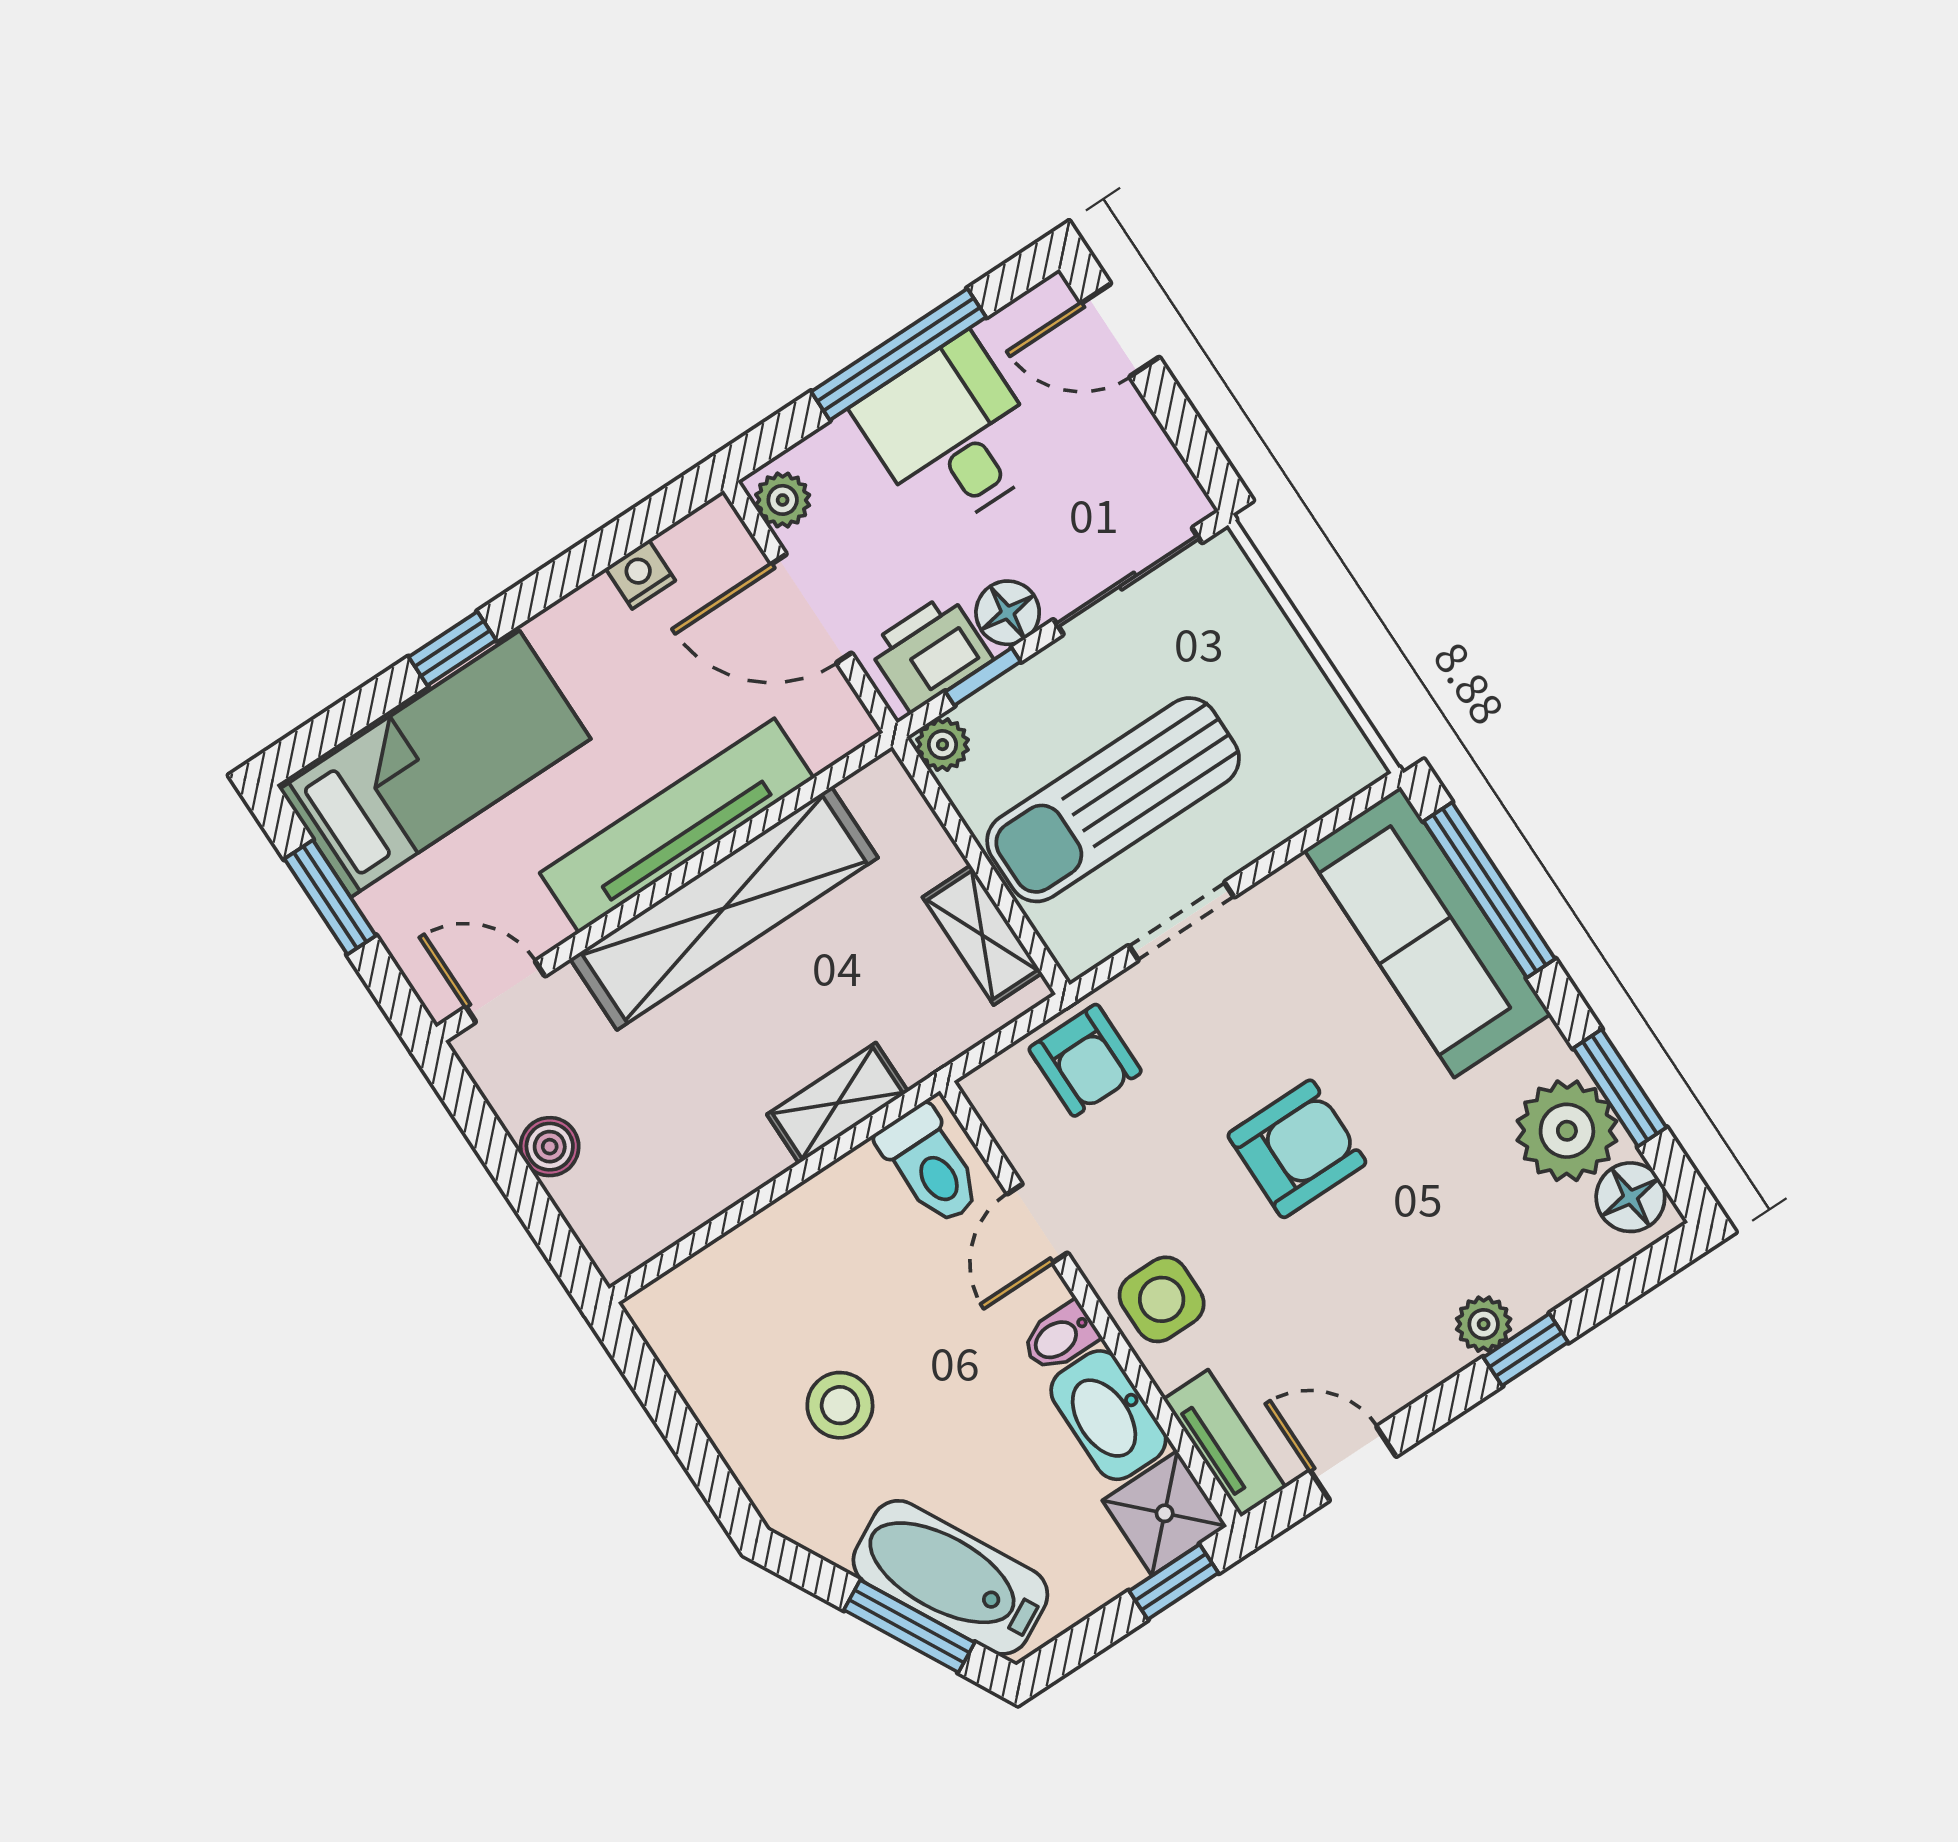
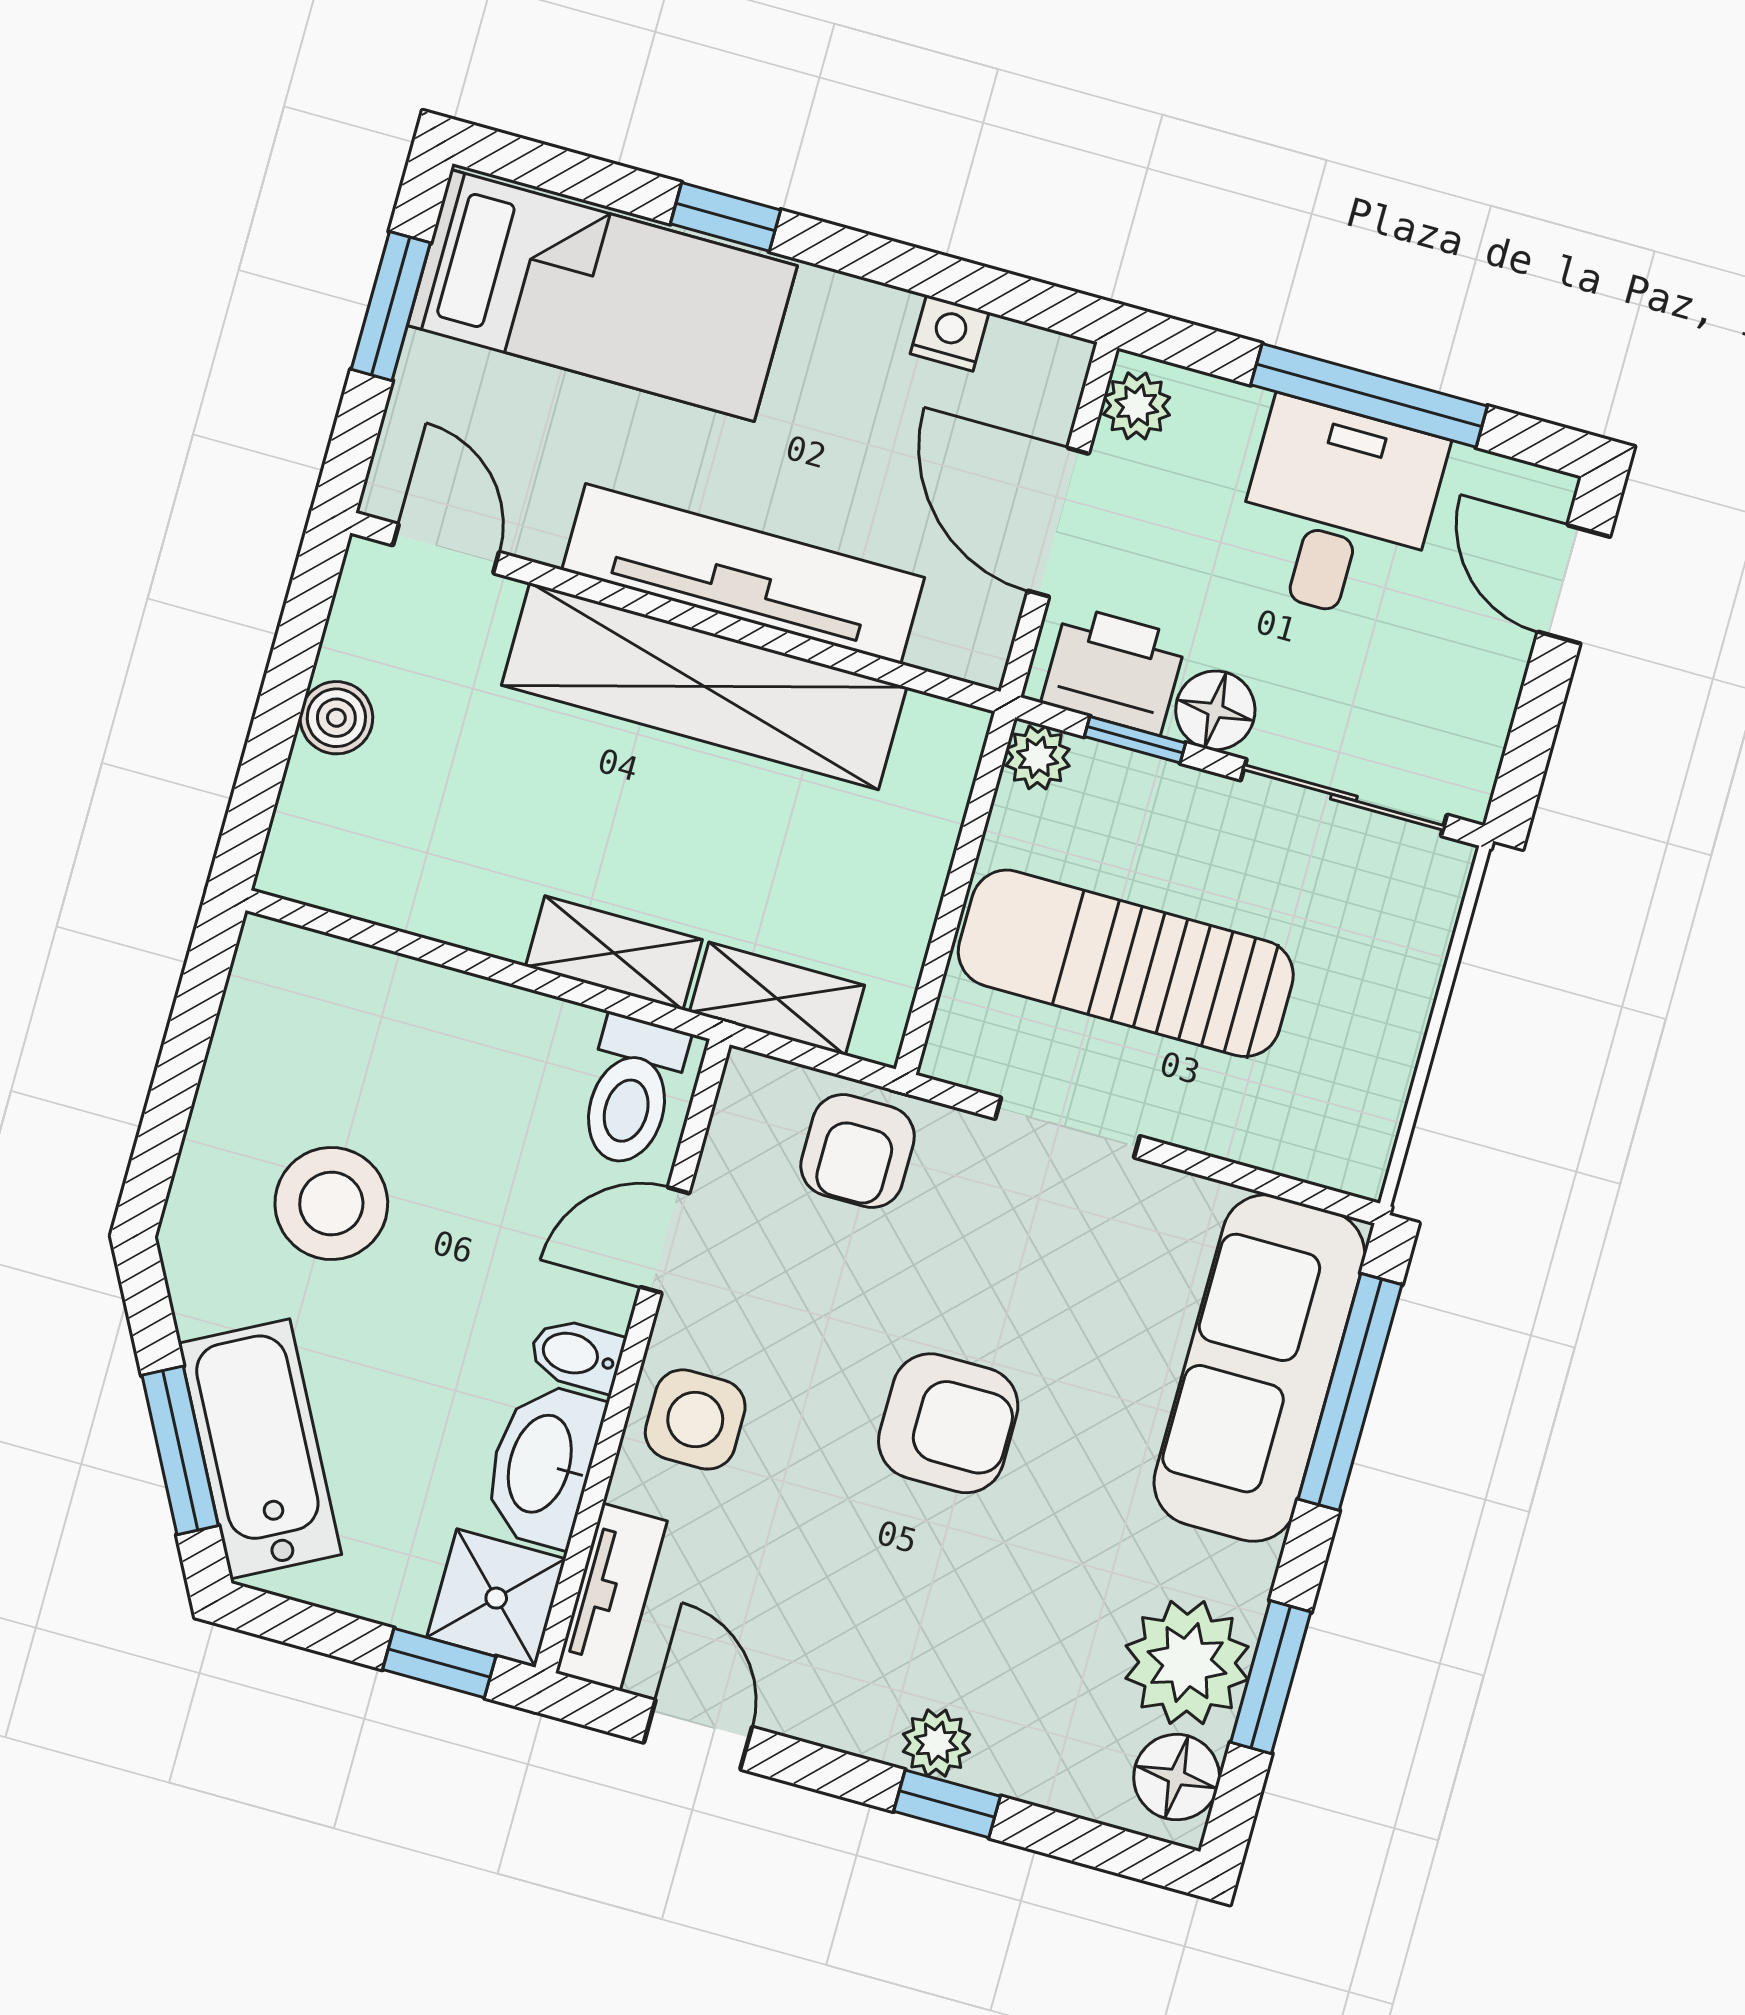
shelving: (982, 935) -> (777, 999), moved, turned 90
stool: (840, 1405) -> (331, 1203), width x1.38, depth x1.38

